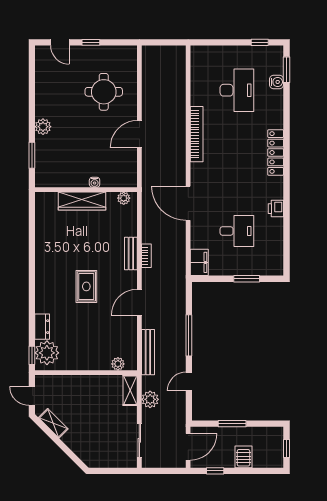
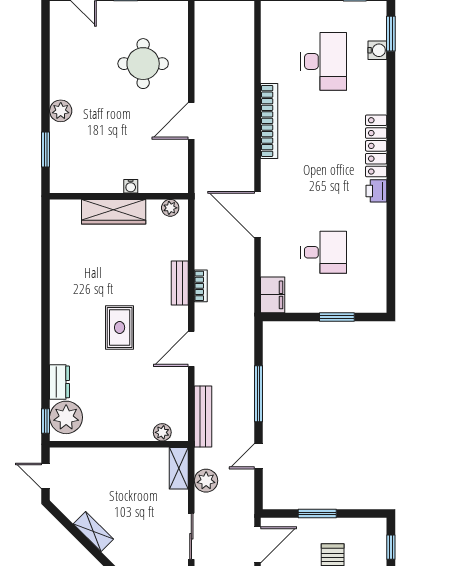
printer: (276, 209) -> (376, 191), moved
shelving: (53, 423) -> (93, 532), moved

